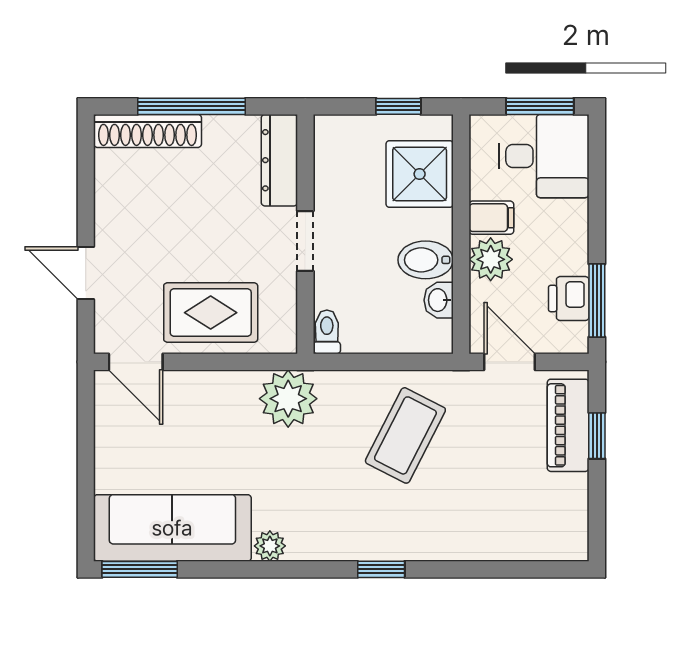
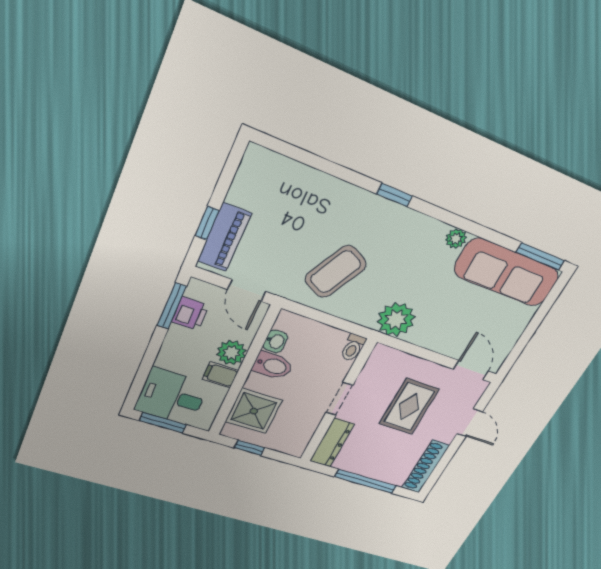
shoe rack: (148, 131) -> (426, 467), moved, turned -90
rug: (211, 313) -> (409, 407), moved, turned 90

